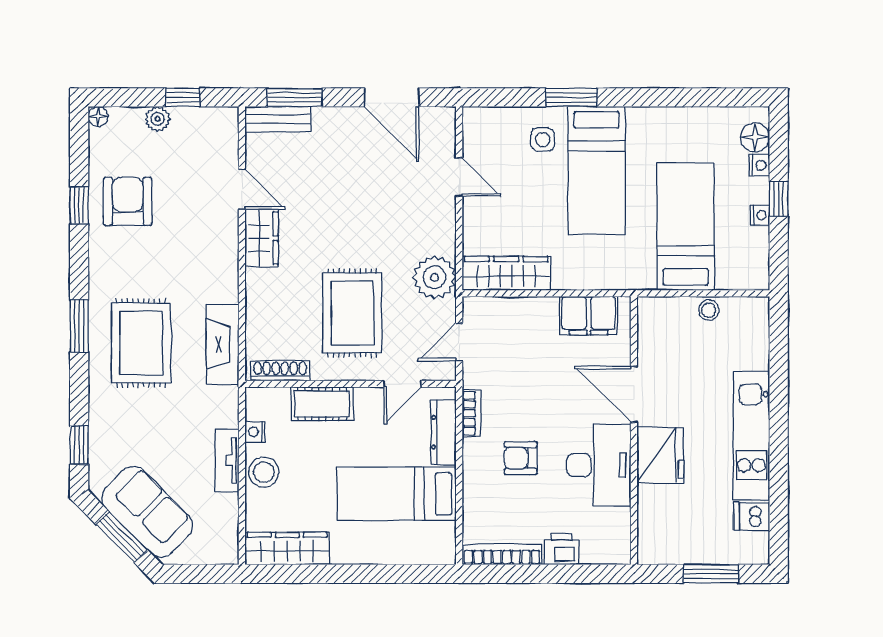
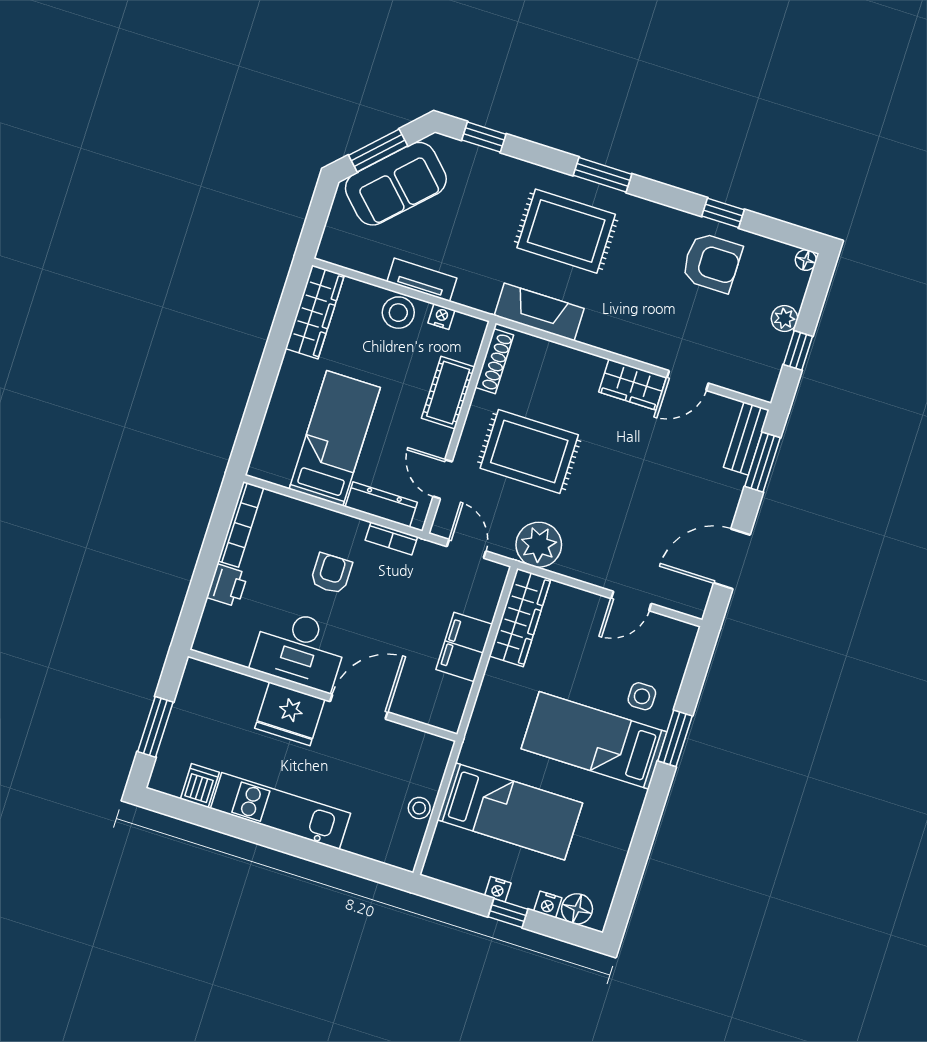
filing cabinet: (589, 316) -> (464, 647), moved

